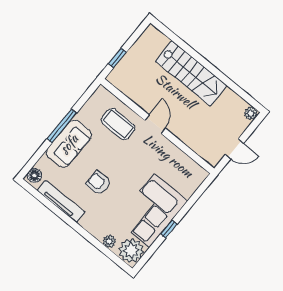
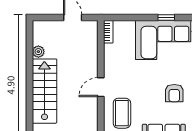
plant: (251, 113) -> (38, 52), moved
bookcase: (197, 169) -> (108, 32), added

